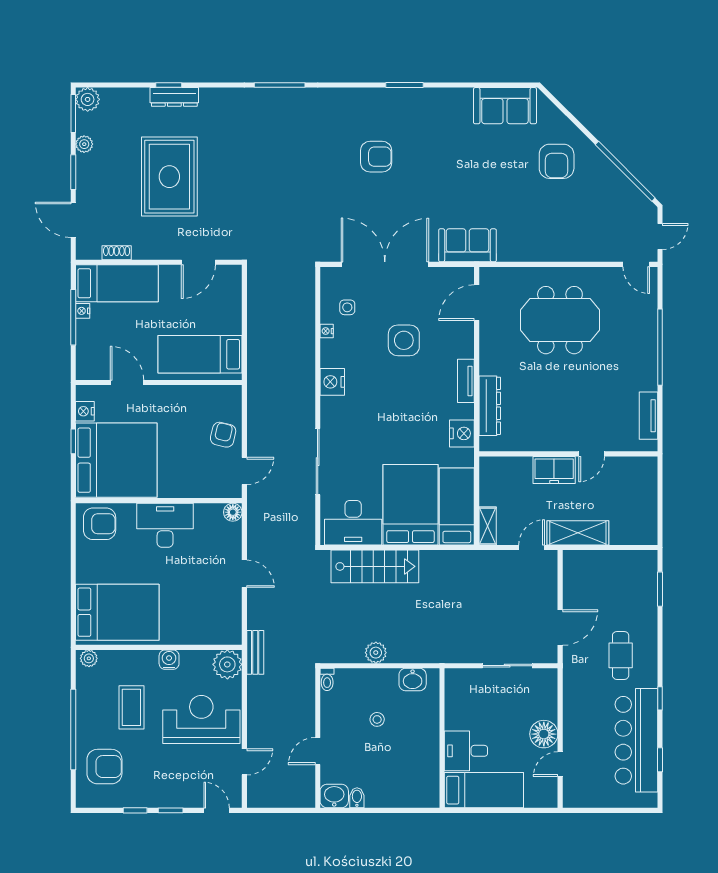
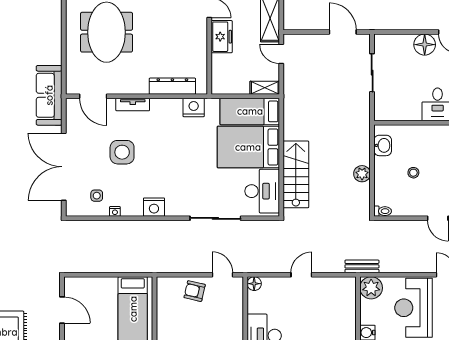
sofa: (467, 245) -> (49, 95), width x1.36
tv unit: (466, 381) -> (133, 104), moved

